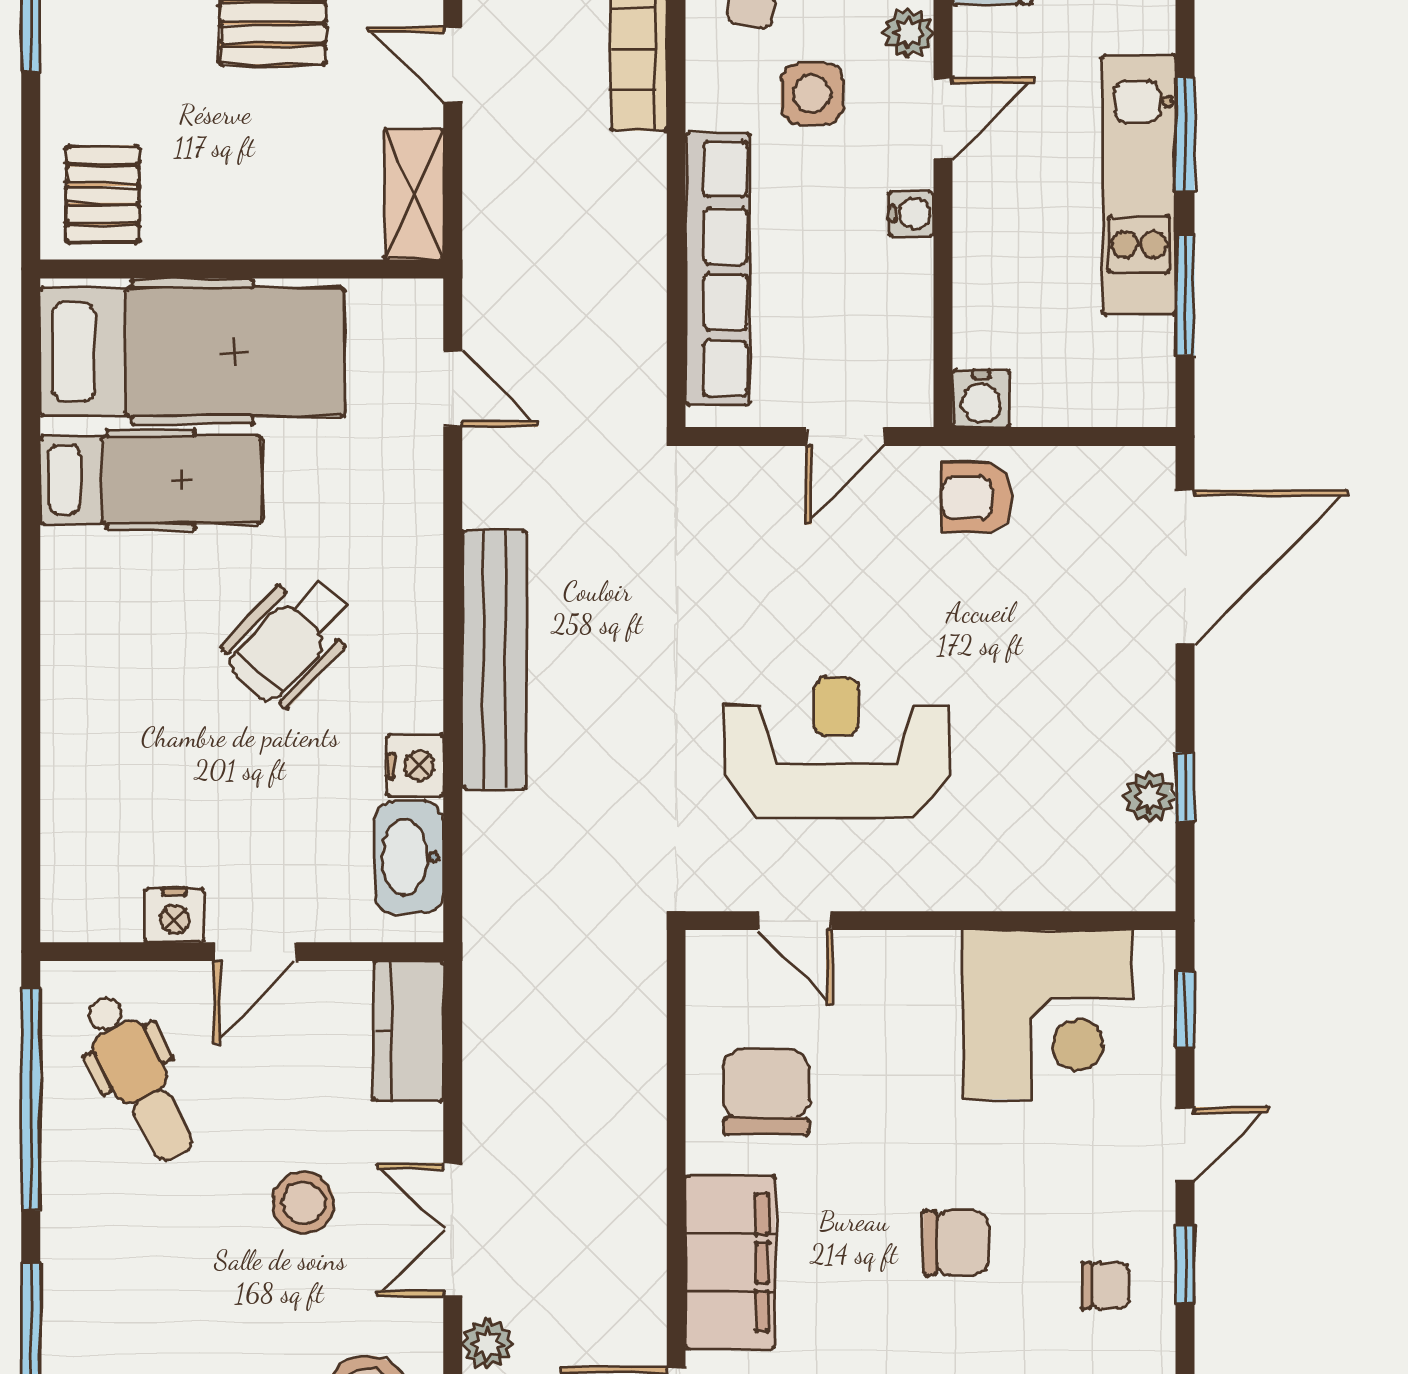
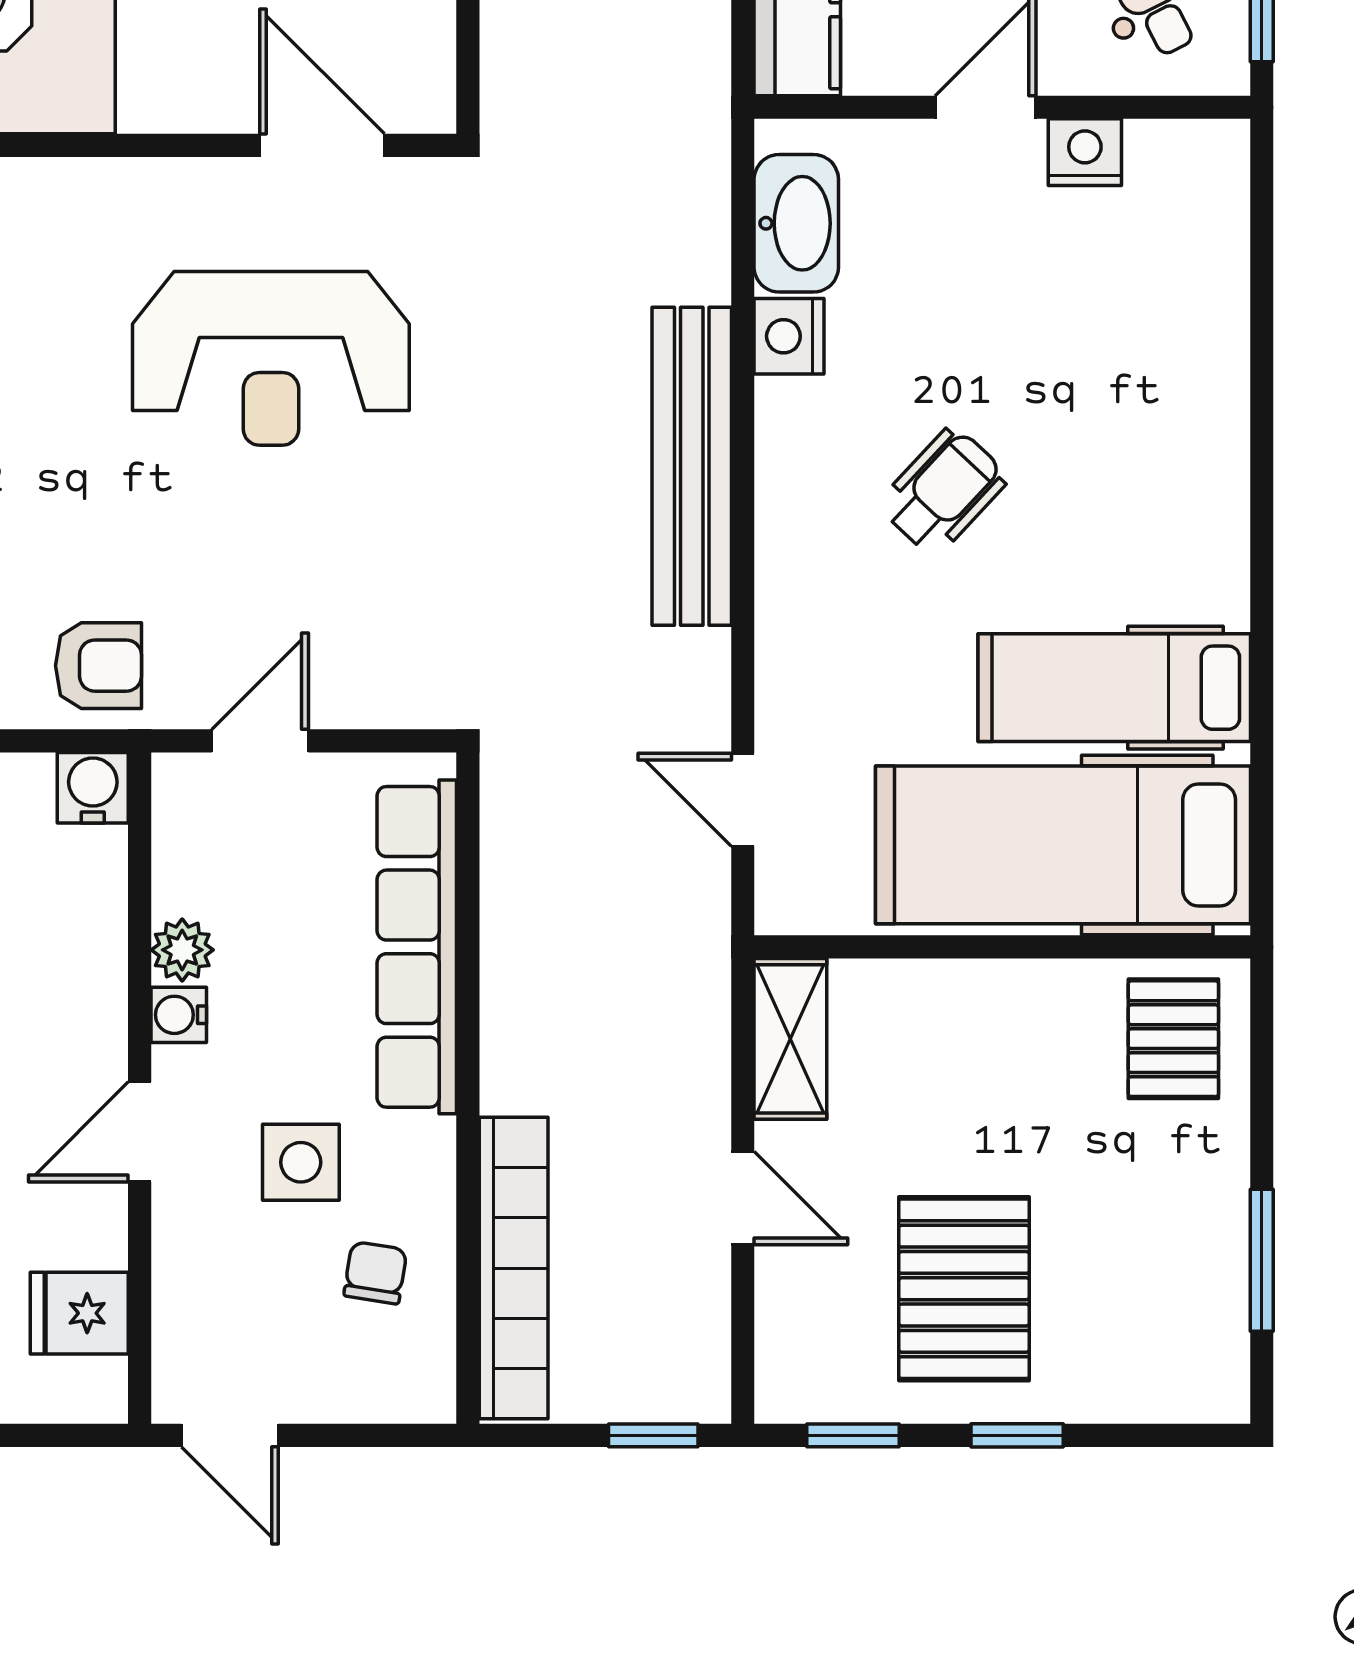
plant: (908, 33) -> (182, 950), moved
wheelchair: (290, 640) -> (943, 491), width x0.73, depth x0.73
door: (795, 921) -> (322, 145), width x1.38

